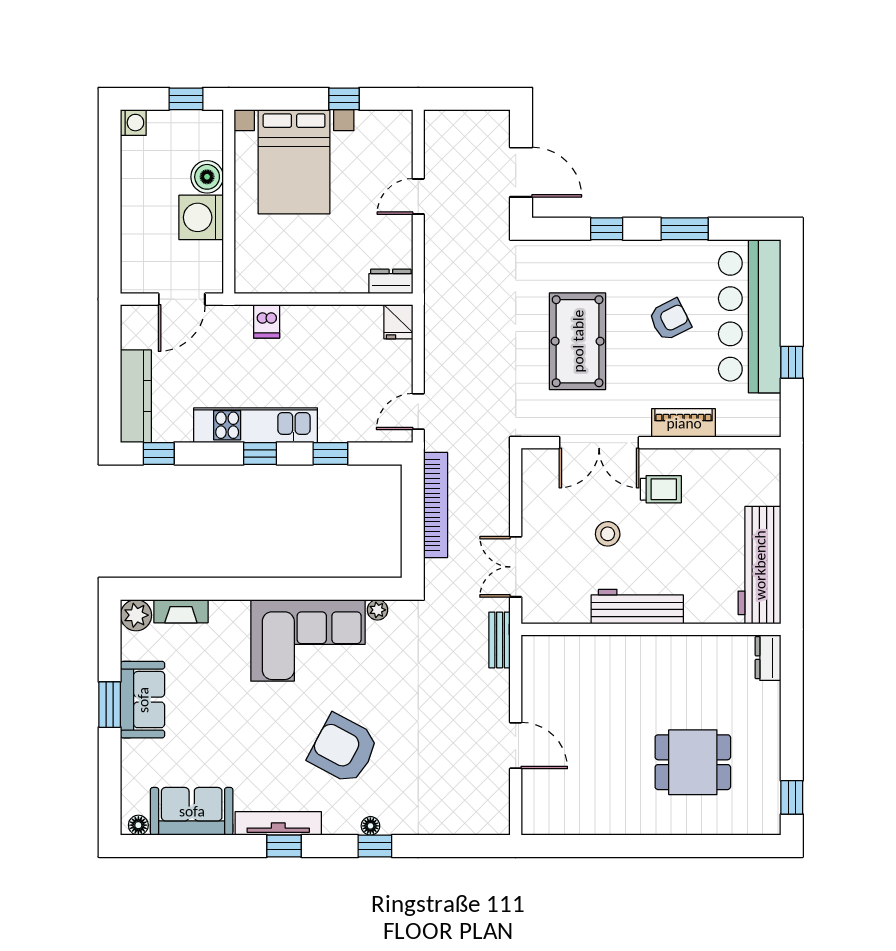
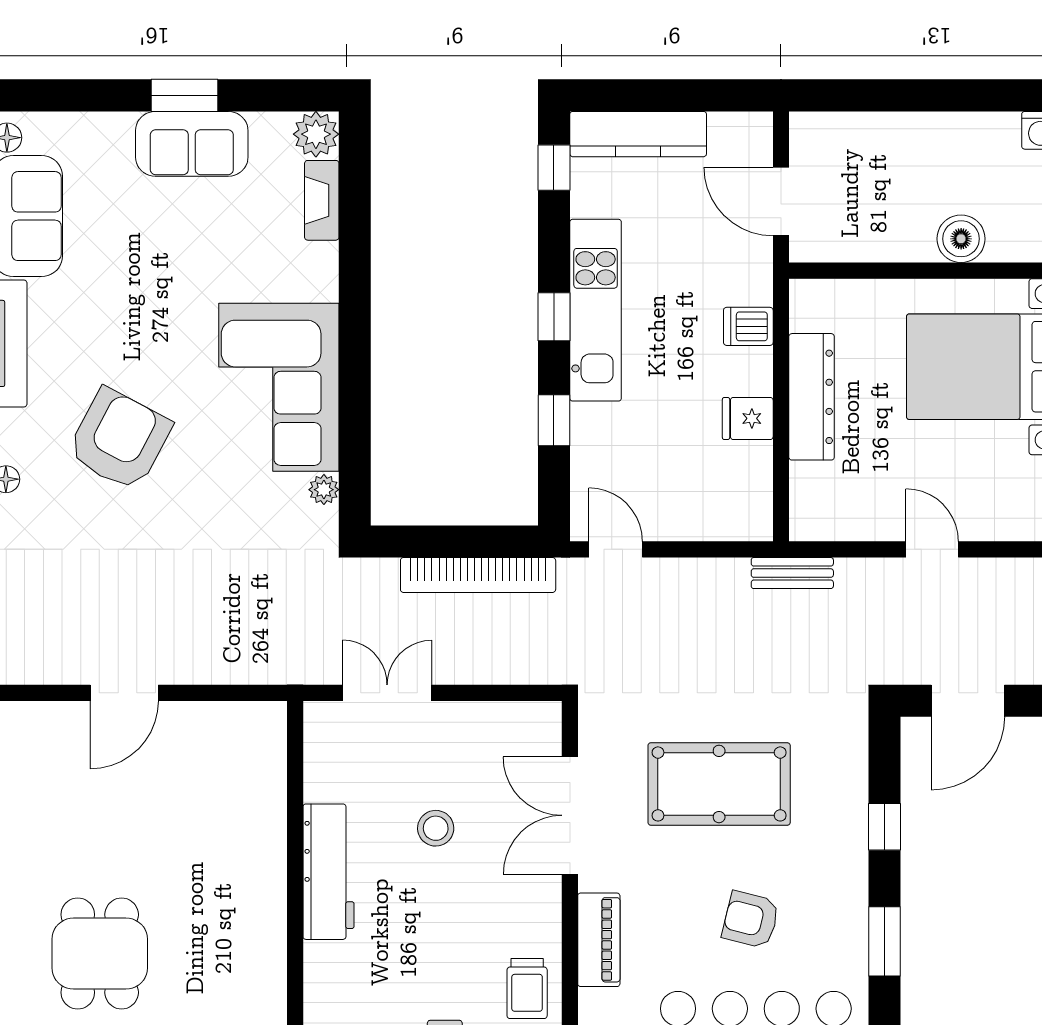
washing machine: (201, 217) -> (901, 230), removed
dresser: (391, 281) -> (812, 397), moved, width x1.96, depth x1.24
armchair: (670, 320) -> (751, 920), turned 131
fridge: (398, 322) -> (748, 418), moved
trolley: (661, 489) -> (527, 989), moved
bench: (500, 640) -> (792, 573), moved

